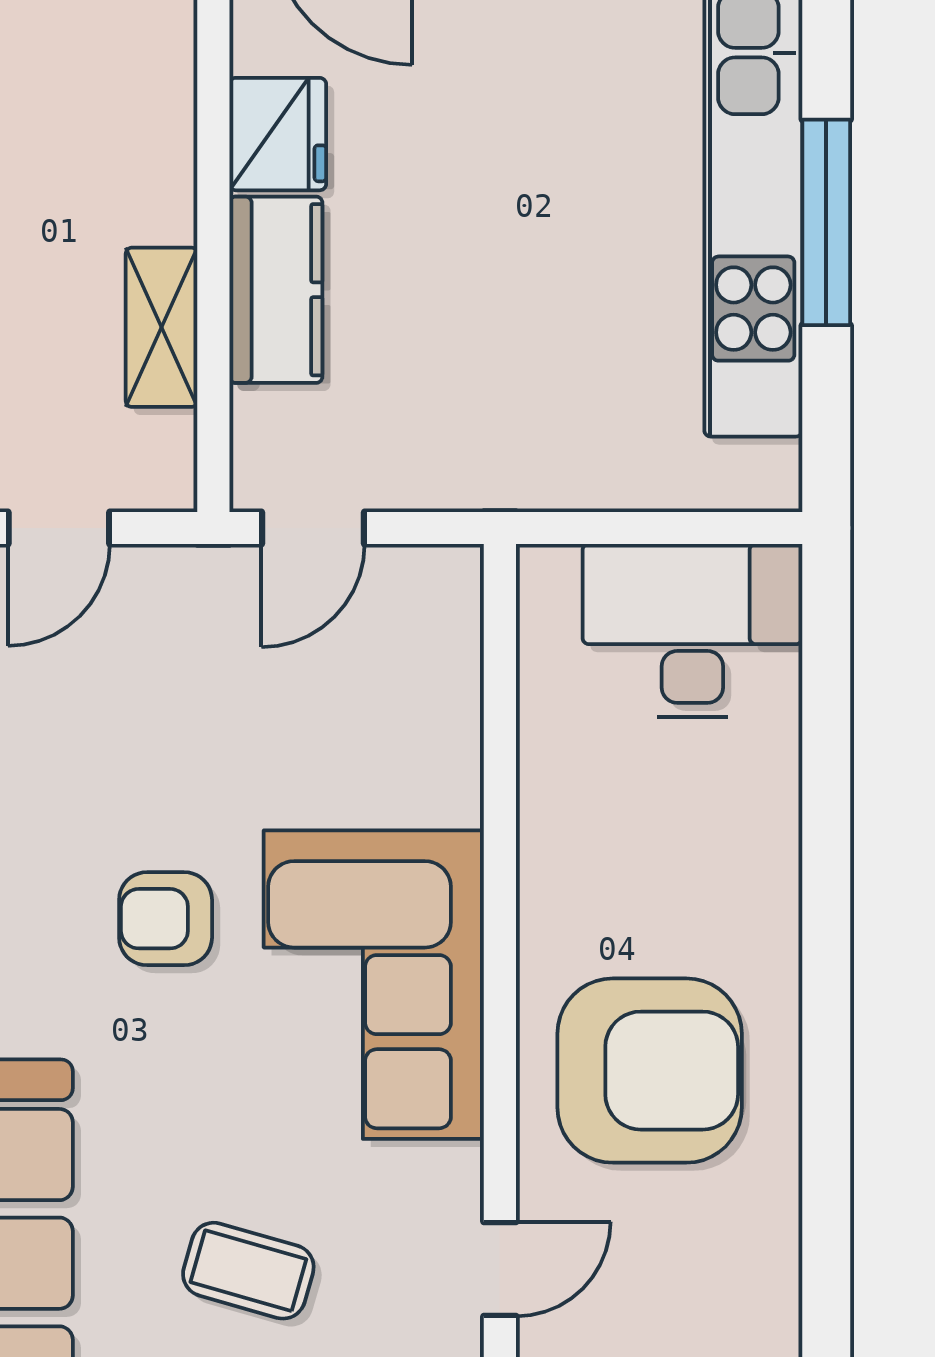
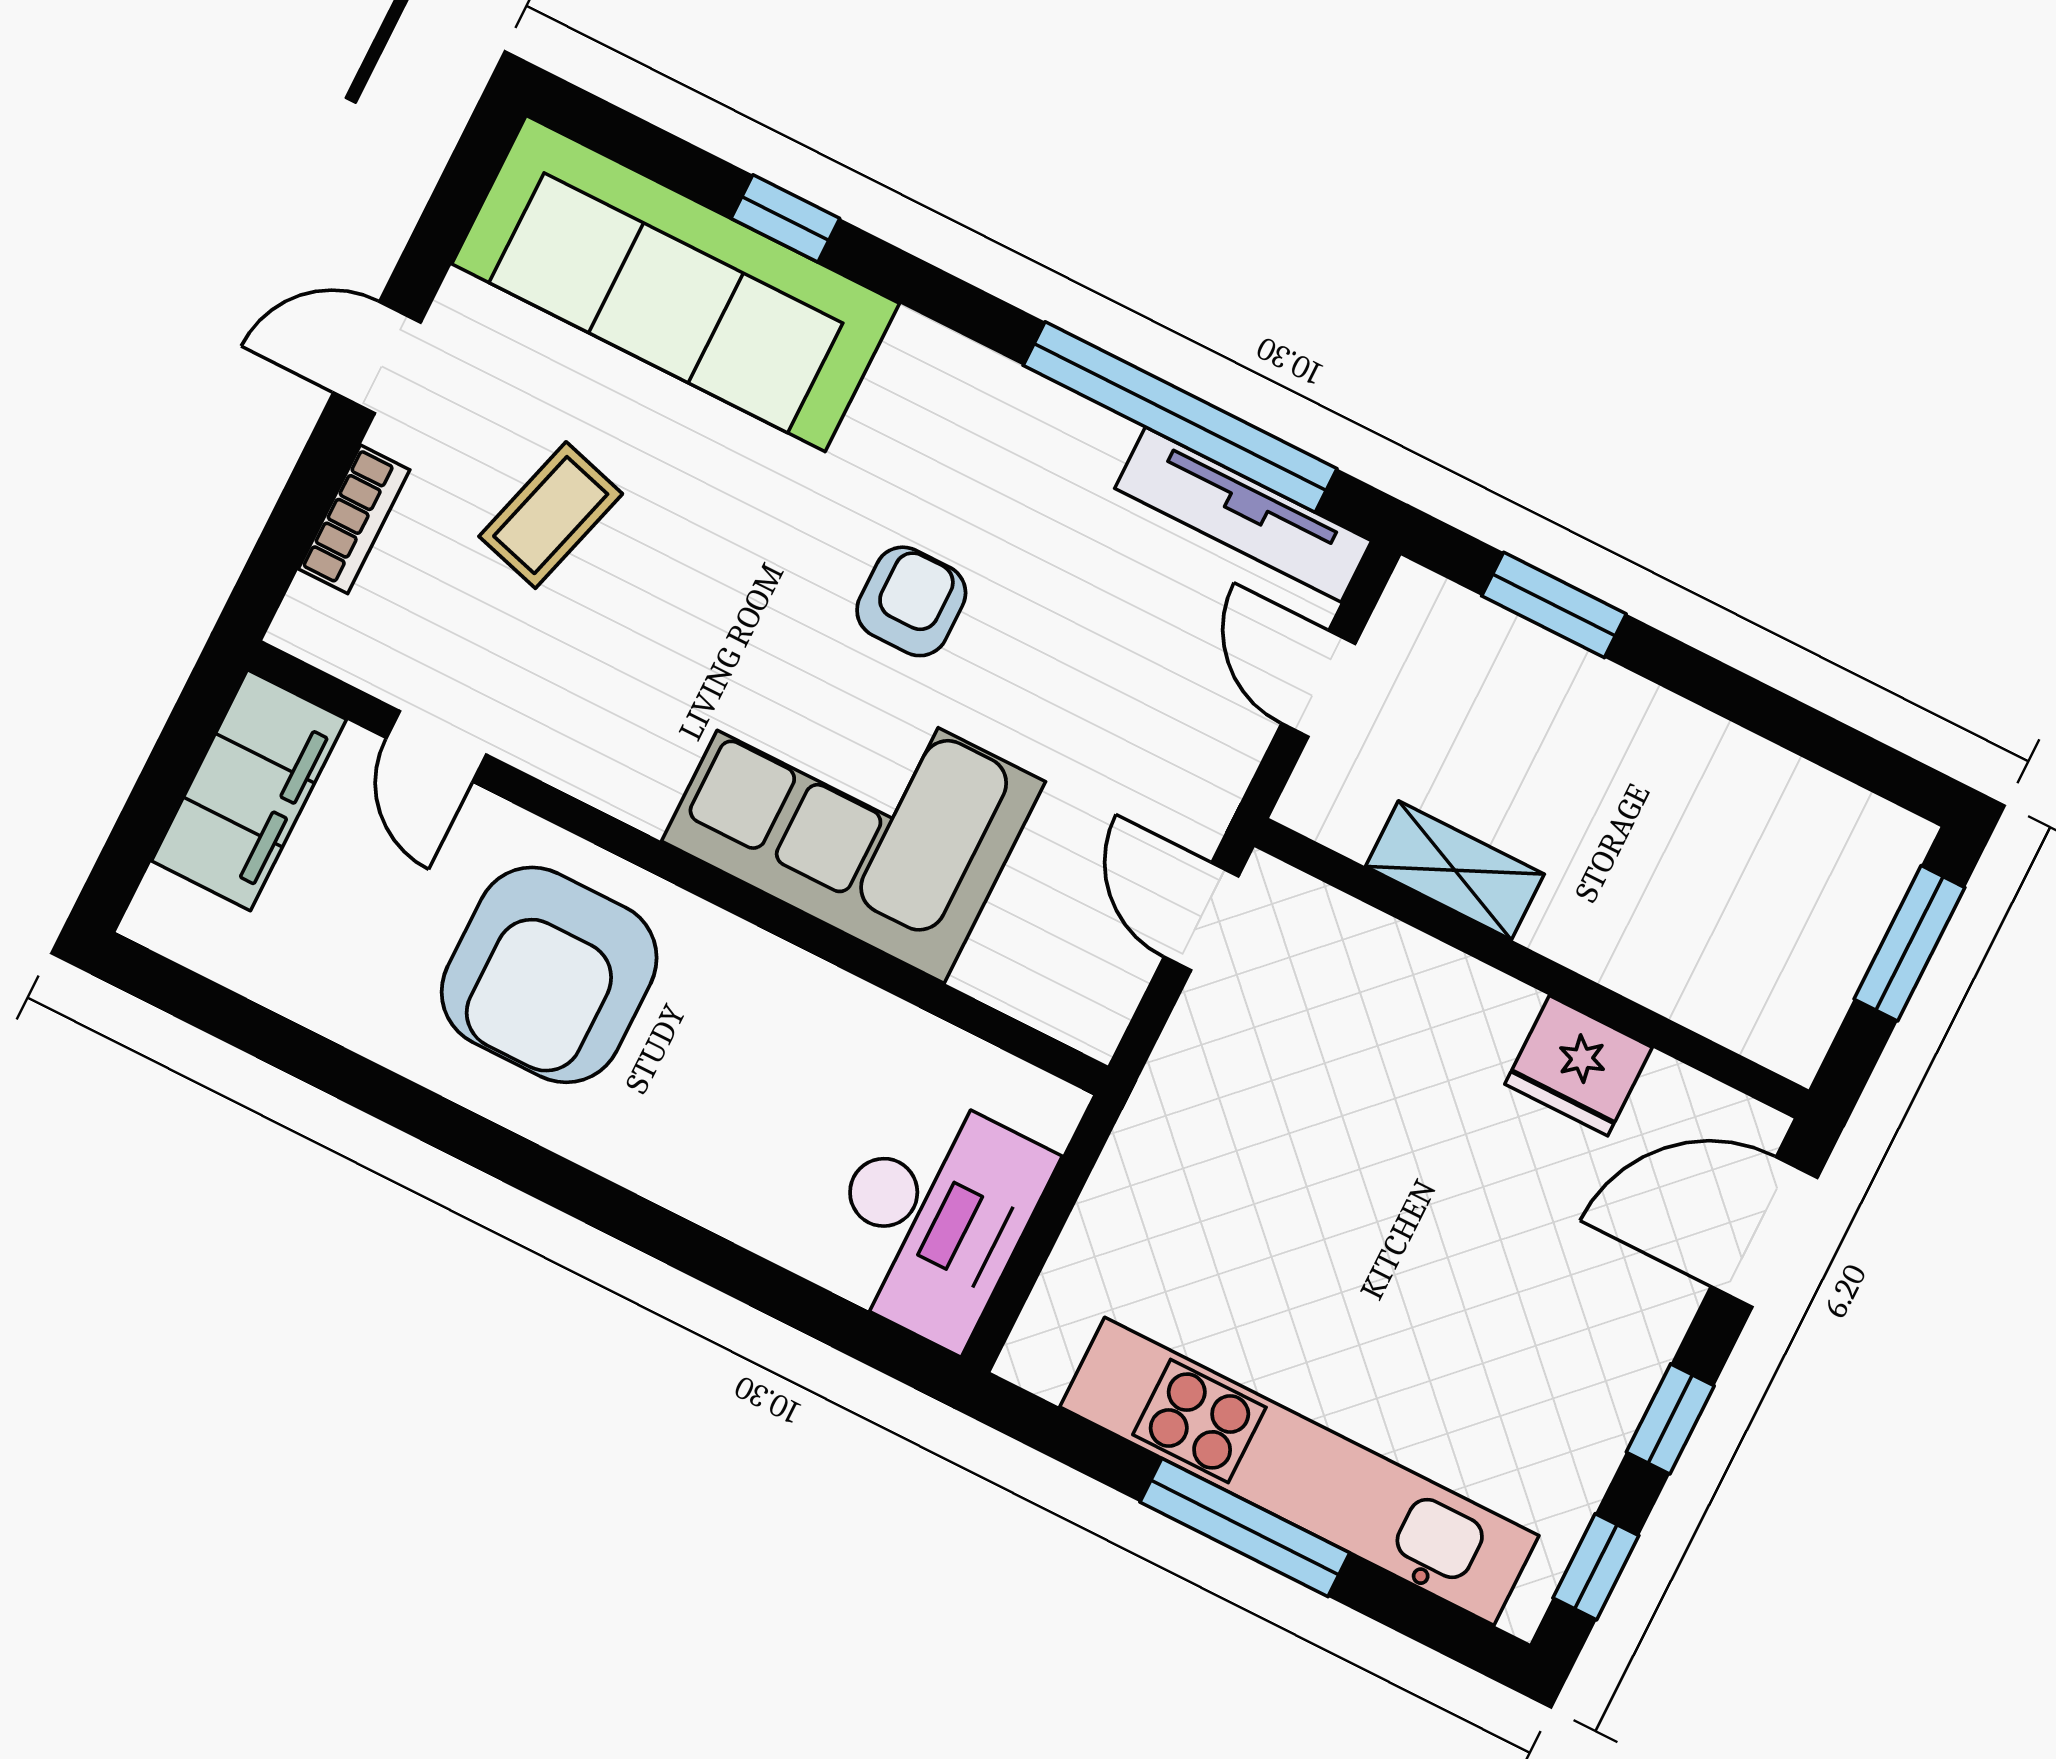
kitchen counter: (276, 290) -> (1437, 992), removed
corner sofa: (374, 985) -> (854, 811), moved

